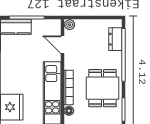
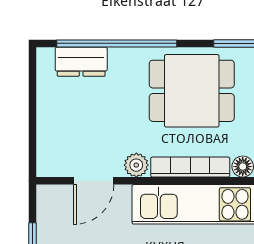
plant: (70, 25) -> (136, 165), moved

